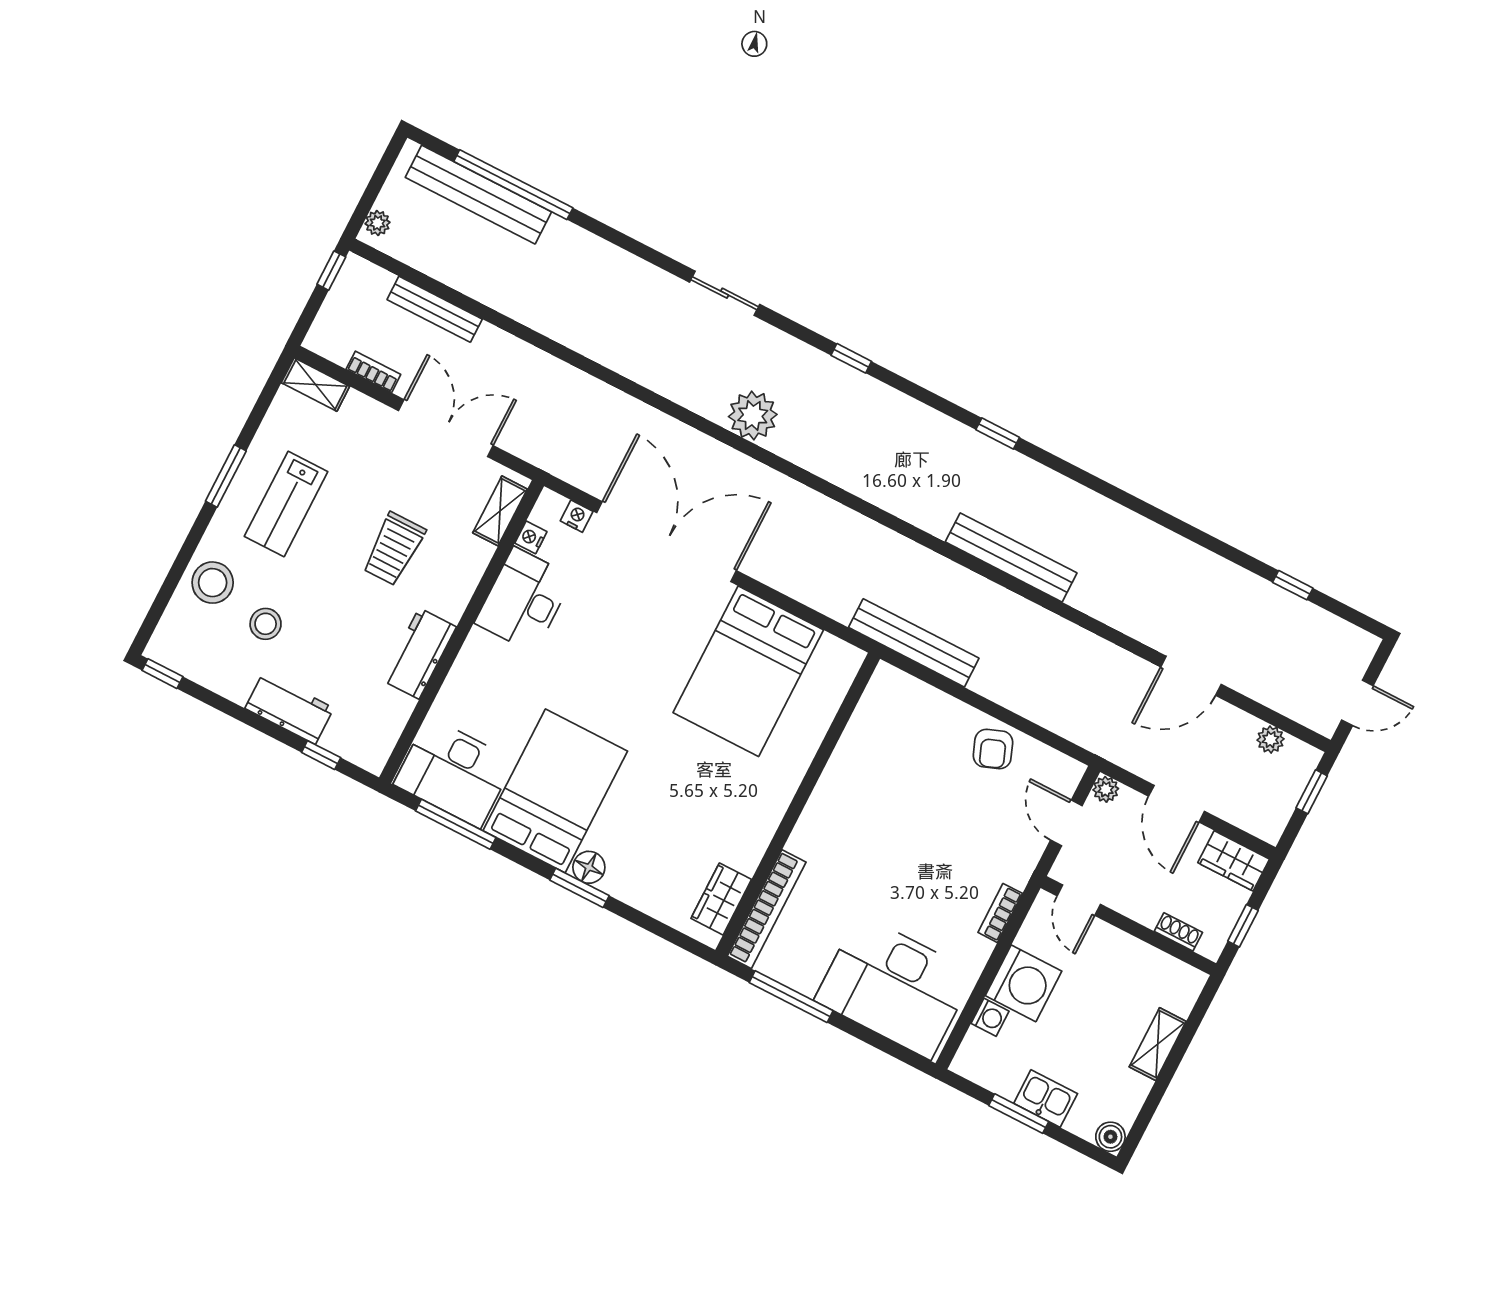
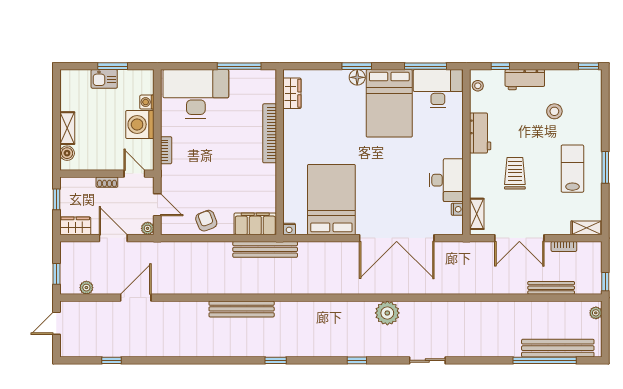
nightstand: (577, 516) -> (289, 229), moved
stool: (213, 583) -> (478, 86), moved, width x0.53, depth x0.53
filing cabinet: (908, 698) -> (255, 224), added
bookcase: (767, 909) -> (270, 133), moved
shoe rack: (1178, 932) -> (107, 182), moved
boiler: (1110, 1137) -> (67, 153), moved

